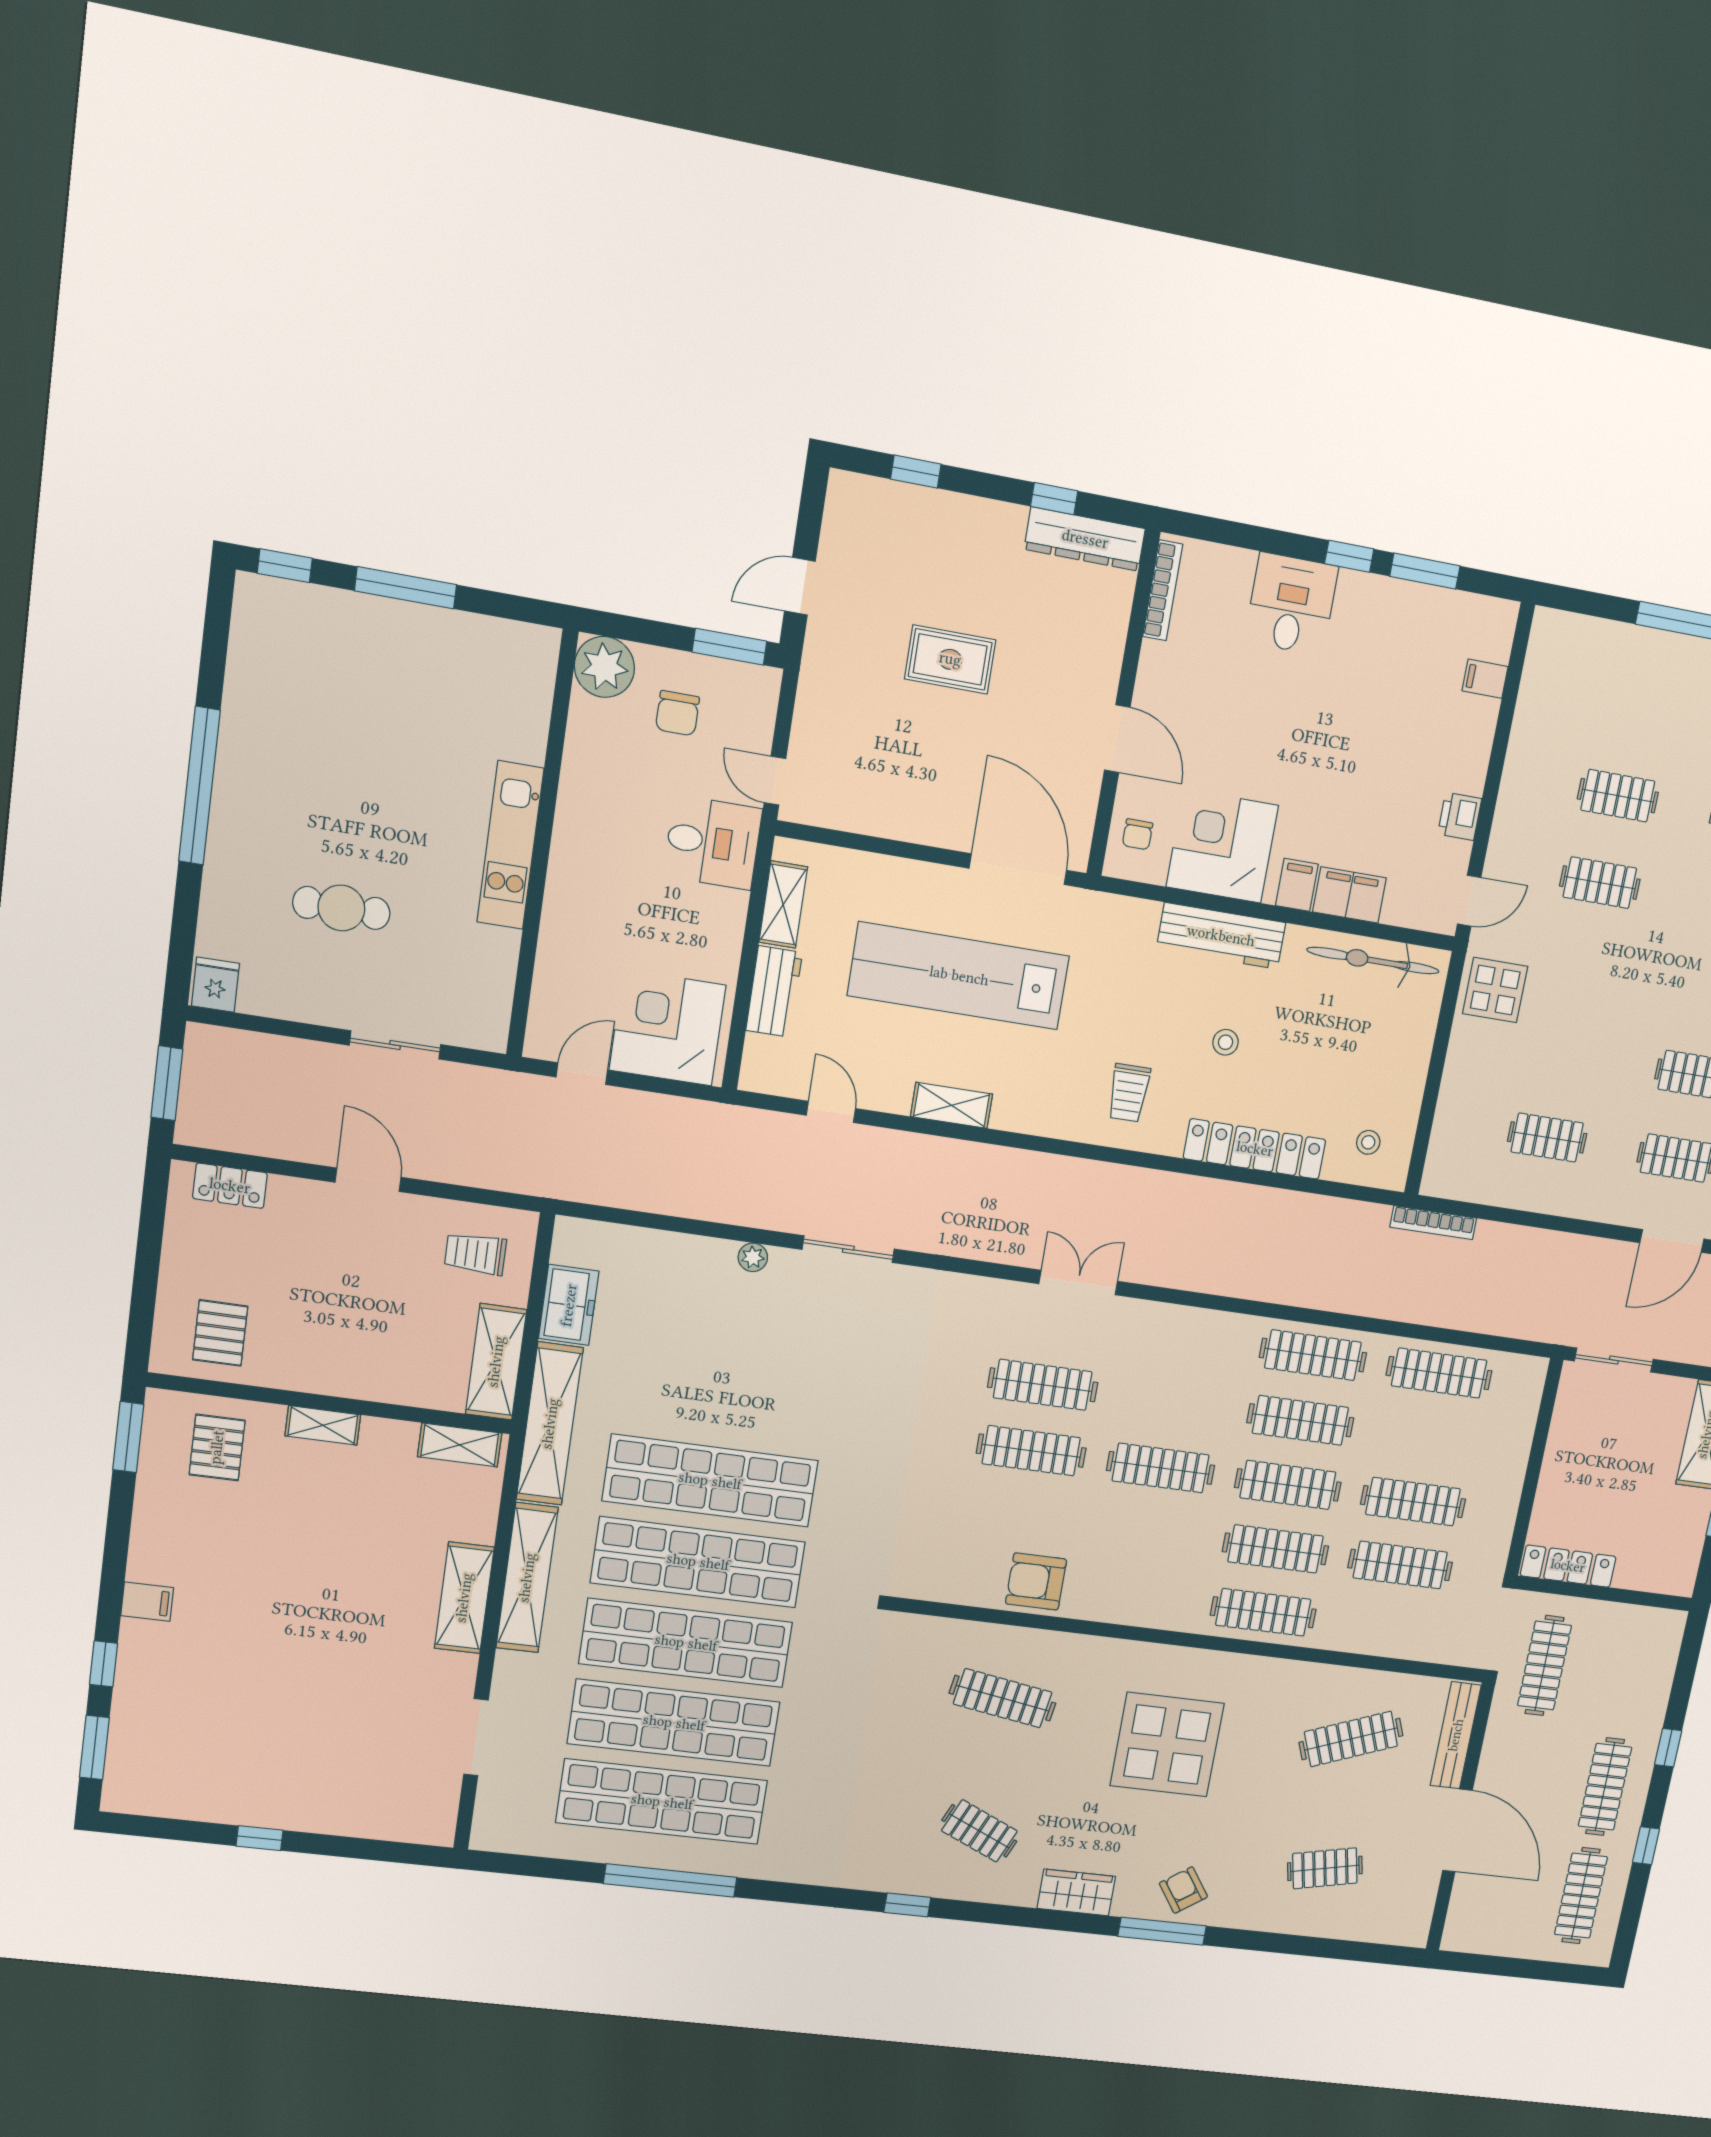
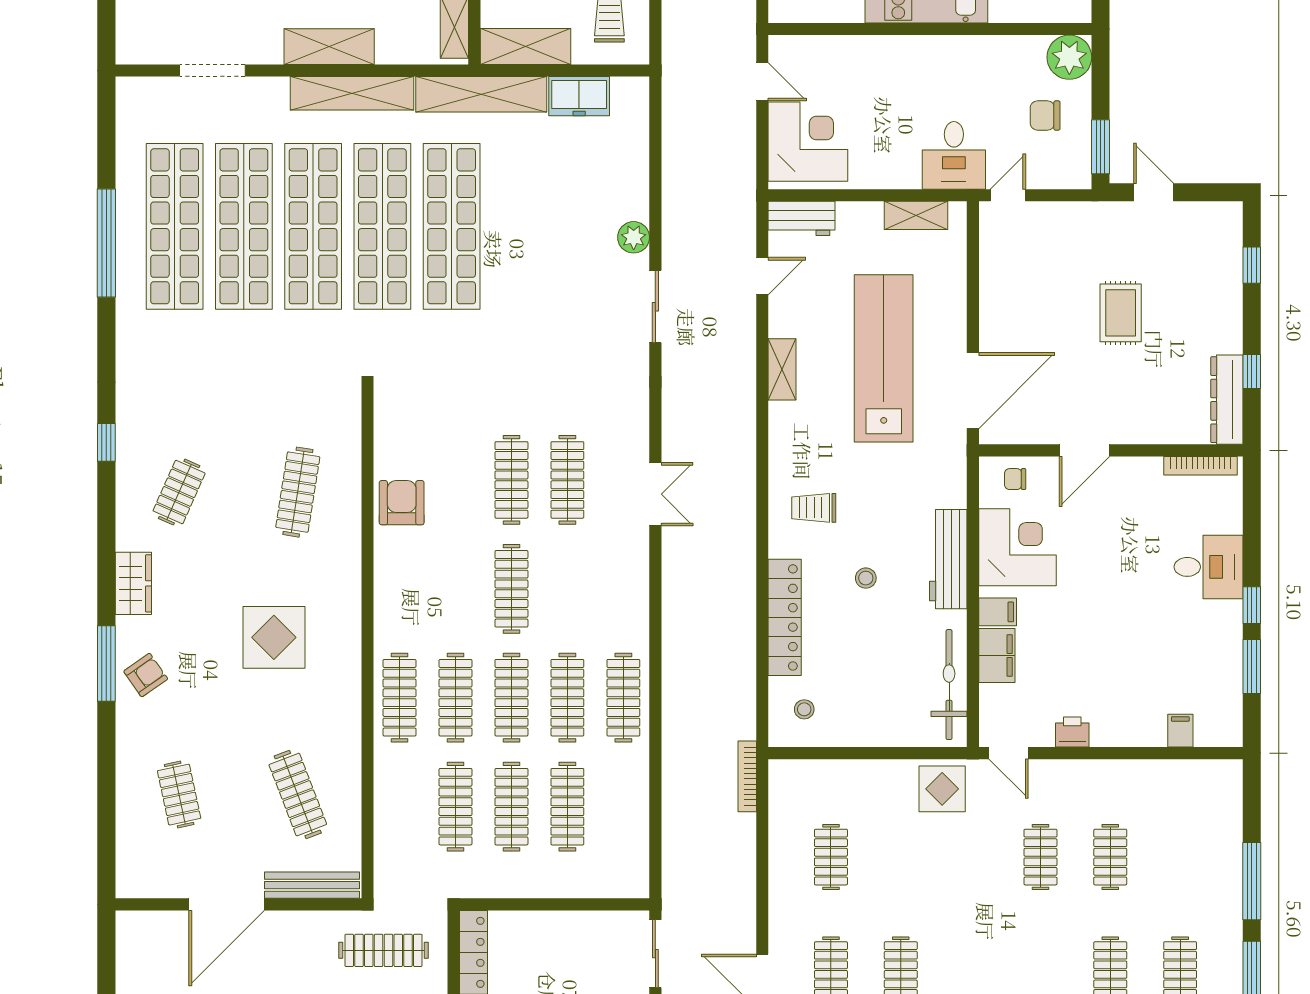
workbench: (774, 991) -> (802, 218), moved
plant: (753, 1257) -> (634, 237), width x1.38, depth x1.38
clothes rail: (1439, 1373) -> (567, 807), moved
display table: (1167, 1745) -> (274, 637), width x0.73, depth x0.73

